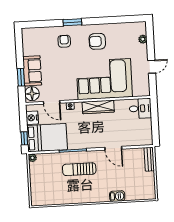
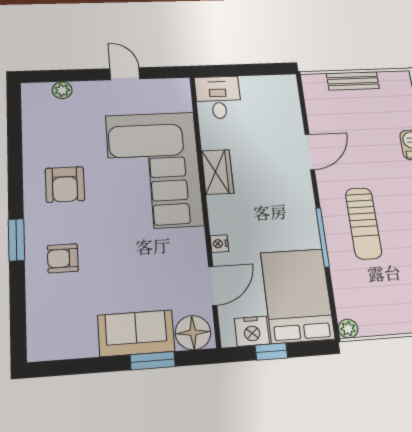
wardrobe: (98, 107) -> (218, 172), width x0.67
window: (24, 138) -> (271, 352), moved
bench: (149, 159) -> (353, 81), moved

